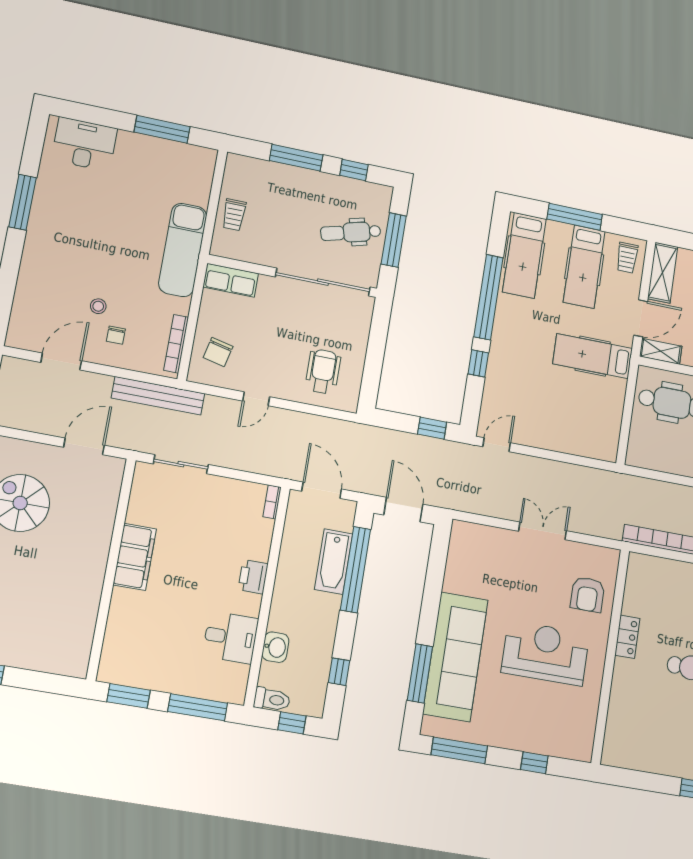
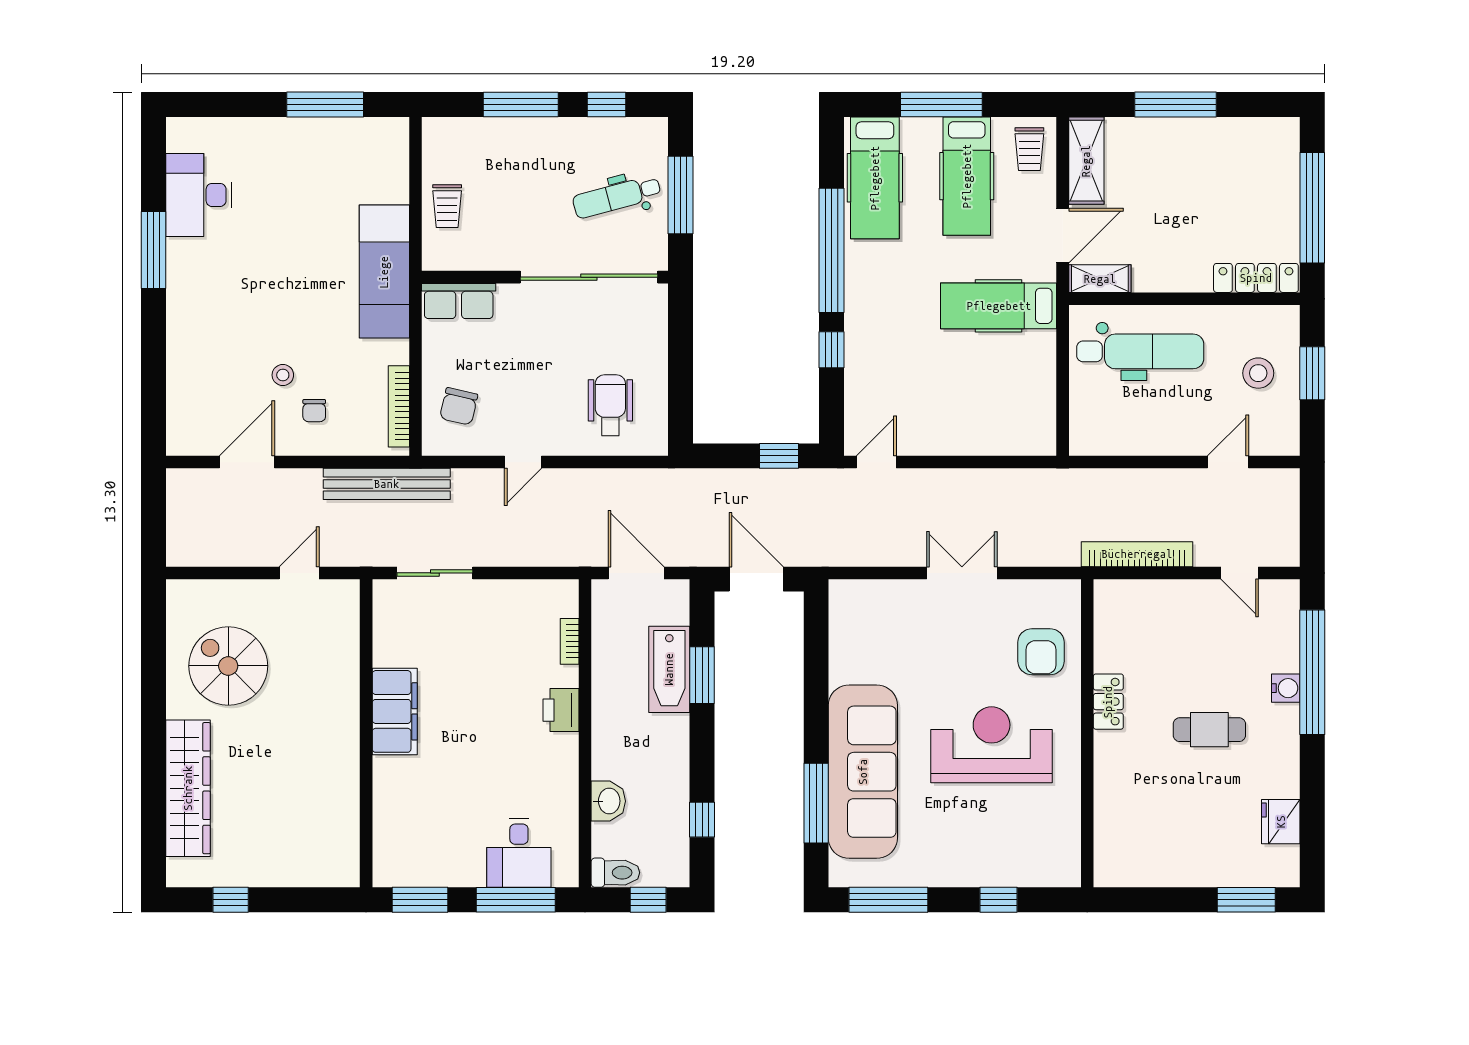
desk: (84, 144) -> (198, 195), moved, turned -90
door: (84, 446) -> (299, 573), width x0.73
bookcase: (272, 502) -> (570, 641), moved
window: (356, 570) -> (702, 675), width x0.47
desk: (231, 637) -> (519, 853), moved, turned 90

